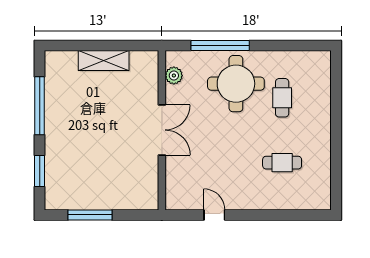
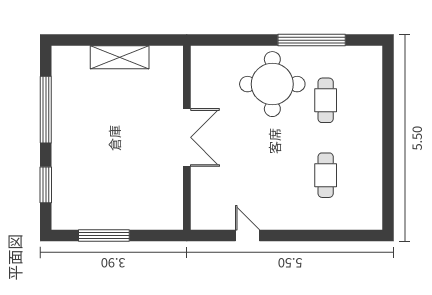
window: (220, 45) -> (312, 40), moved
plant: (174, 76) -> (201, 75), removed
cafe table: (282, 163) -> (326, 175), turned 90

